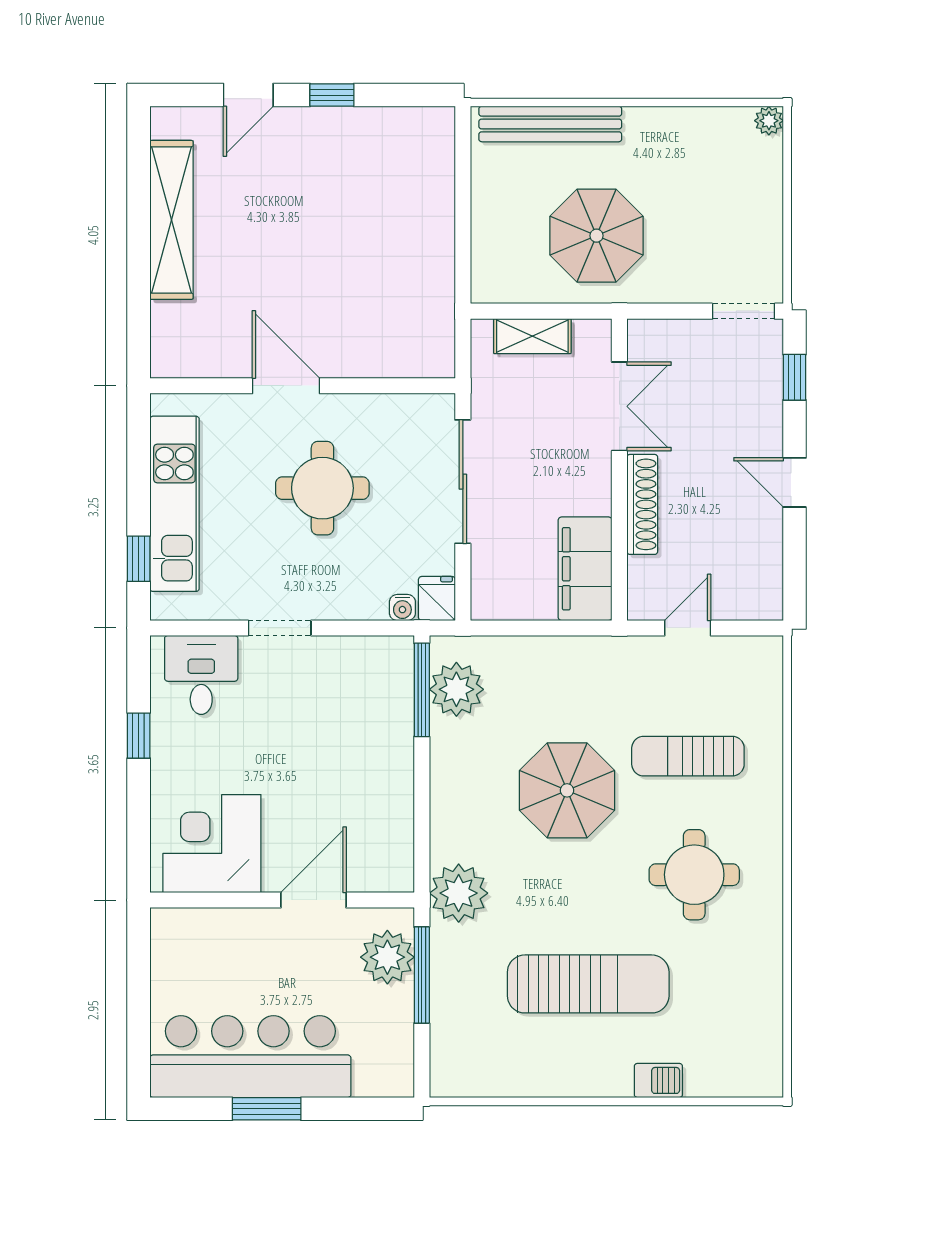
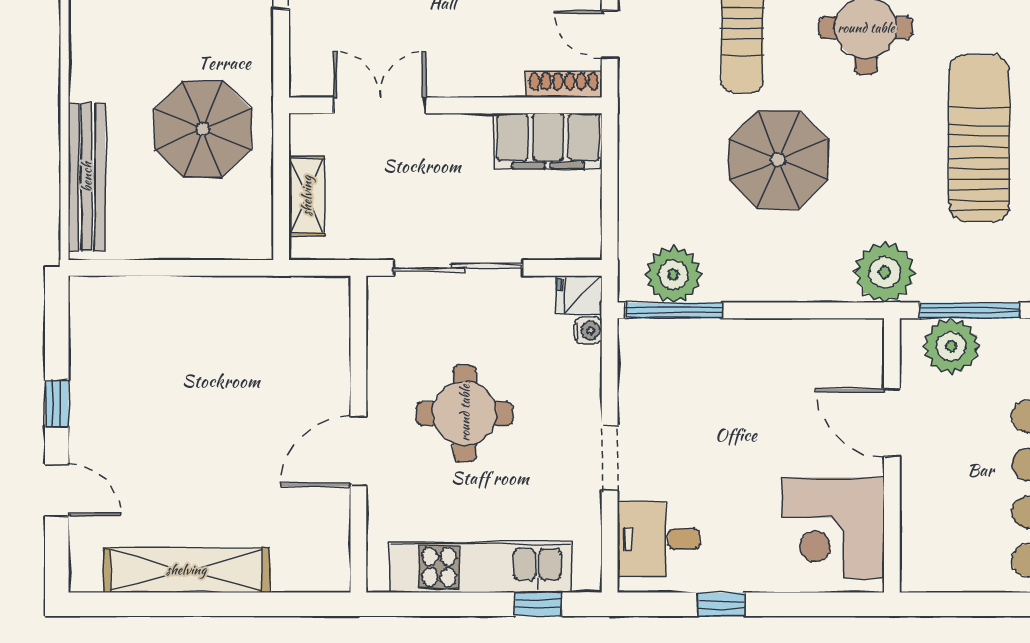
shoe rack: (642, 504) -> (564, 85), moved, width x0.74, depth x0.81

